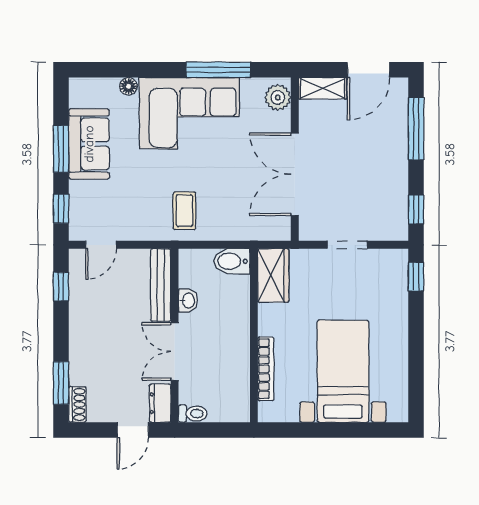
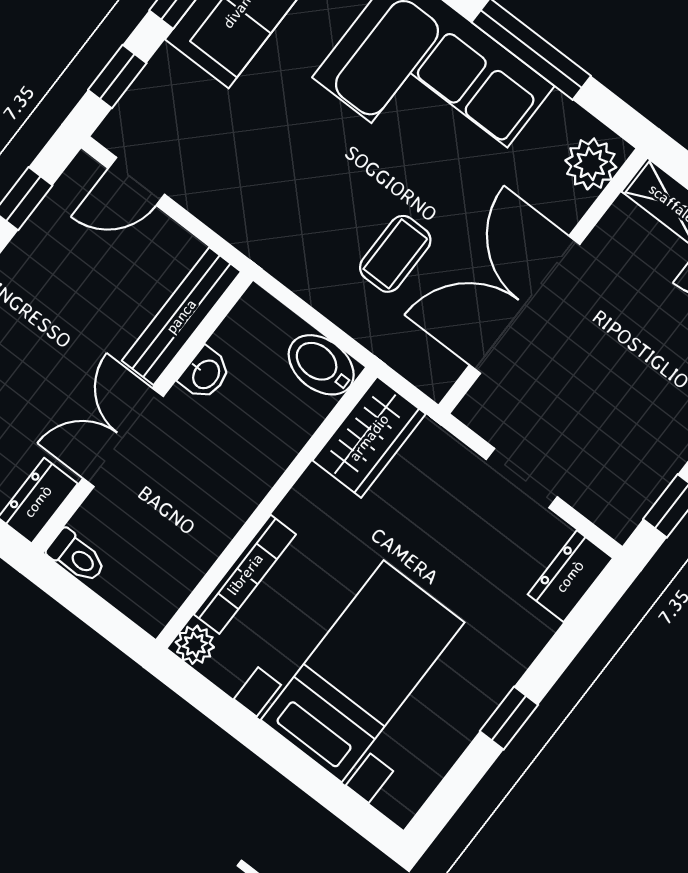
coffee table: (184, 211) -> (395, 254), moved
dresser: (397, 269) -> (570, 576), added
window: (416, 277) -> (509, 718), moved
plant: (267, 412) -> (195, 645), added

